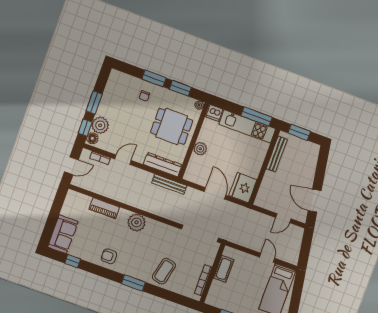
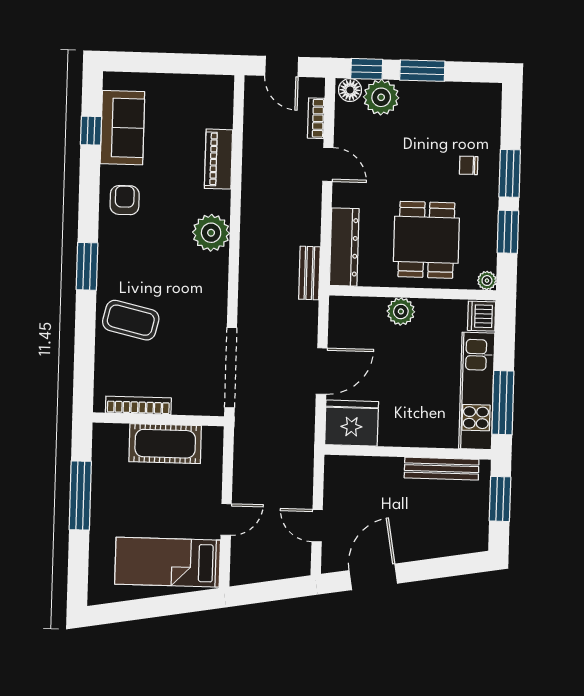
bench: (169, 184) -> (309, 273), width x0.73
sofa: (63, 234) -> (122, 128), moved, turned -90
cot: (224, 269) -> (165, 444), width x1.37, depth x1.34

